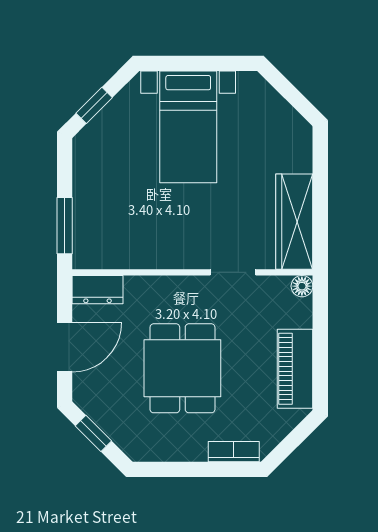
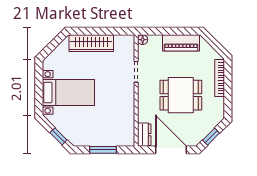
wardrobe: (294, 222) -> (91, 43), moved
window: (65, 226) -> (103, 150), moved
door: (65, 347) -> (171, 150), width x1.36
bookcase: (234, 452) -> (220, 78), width x1.56

